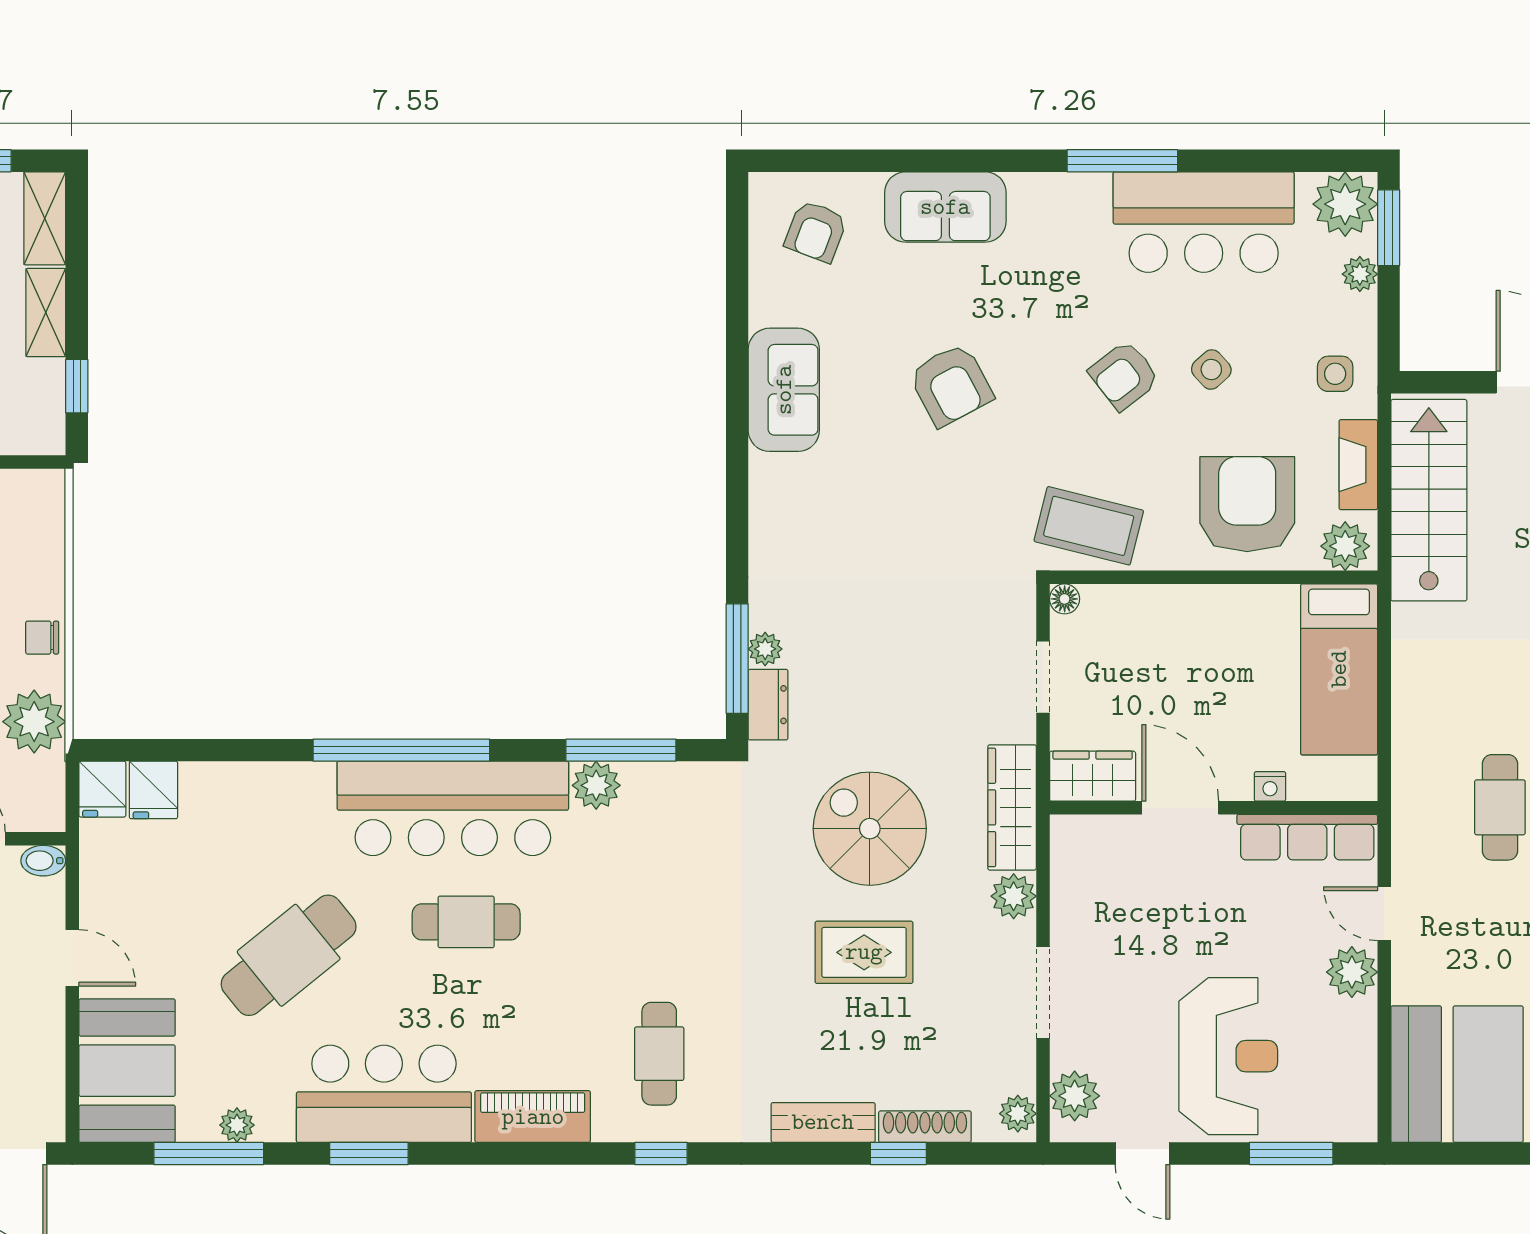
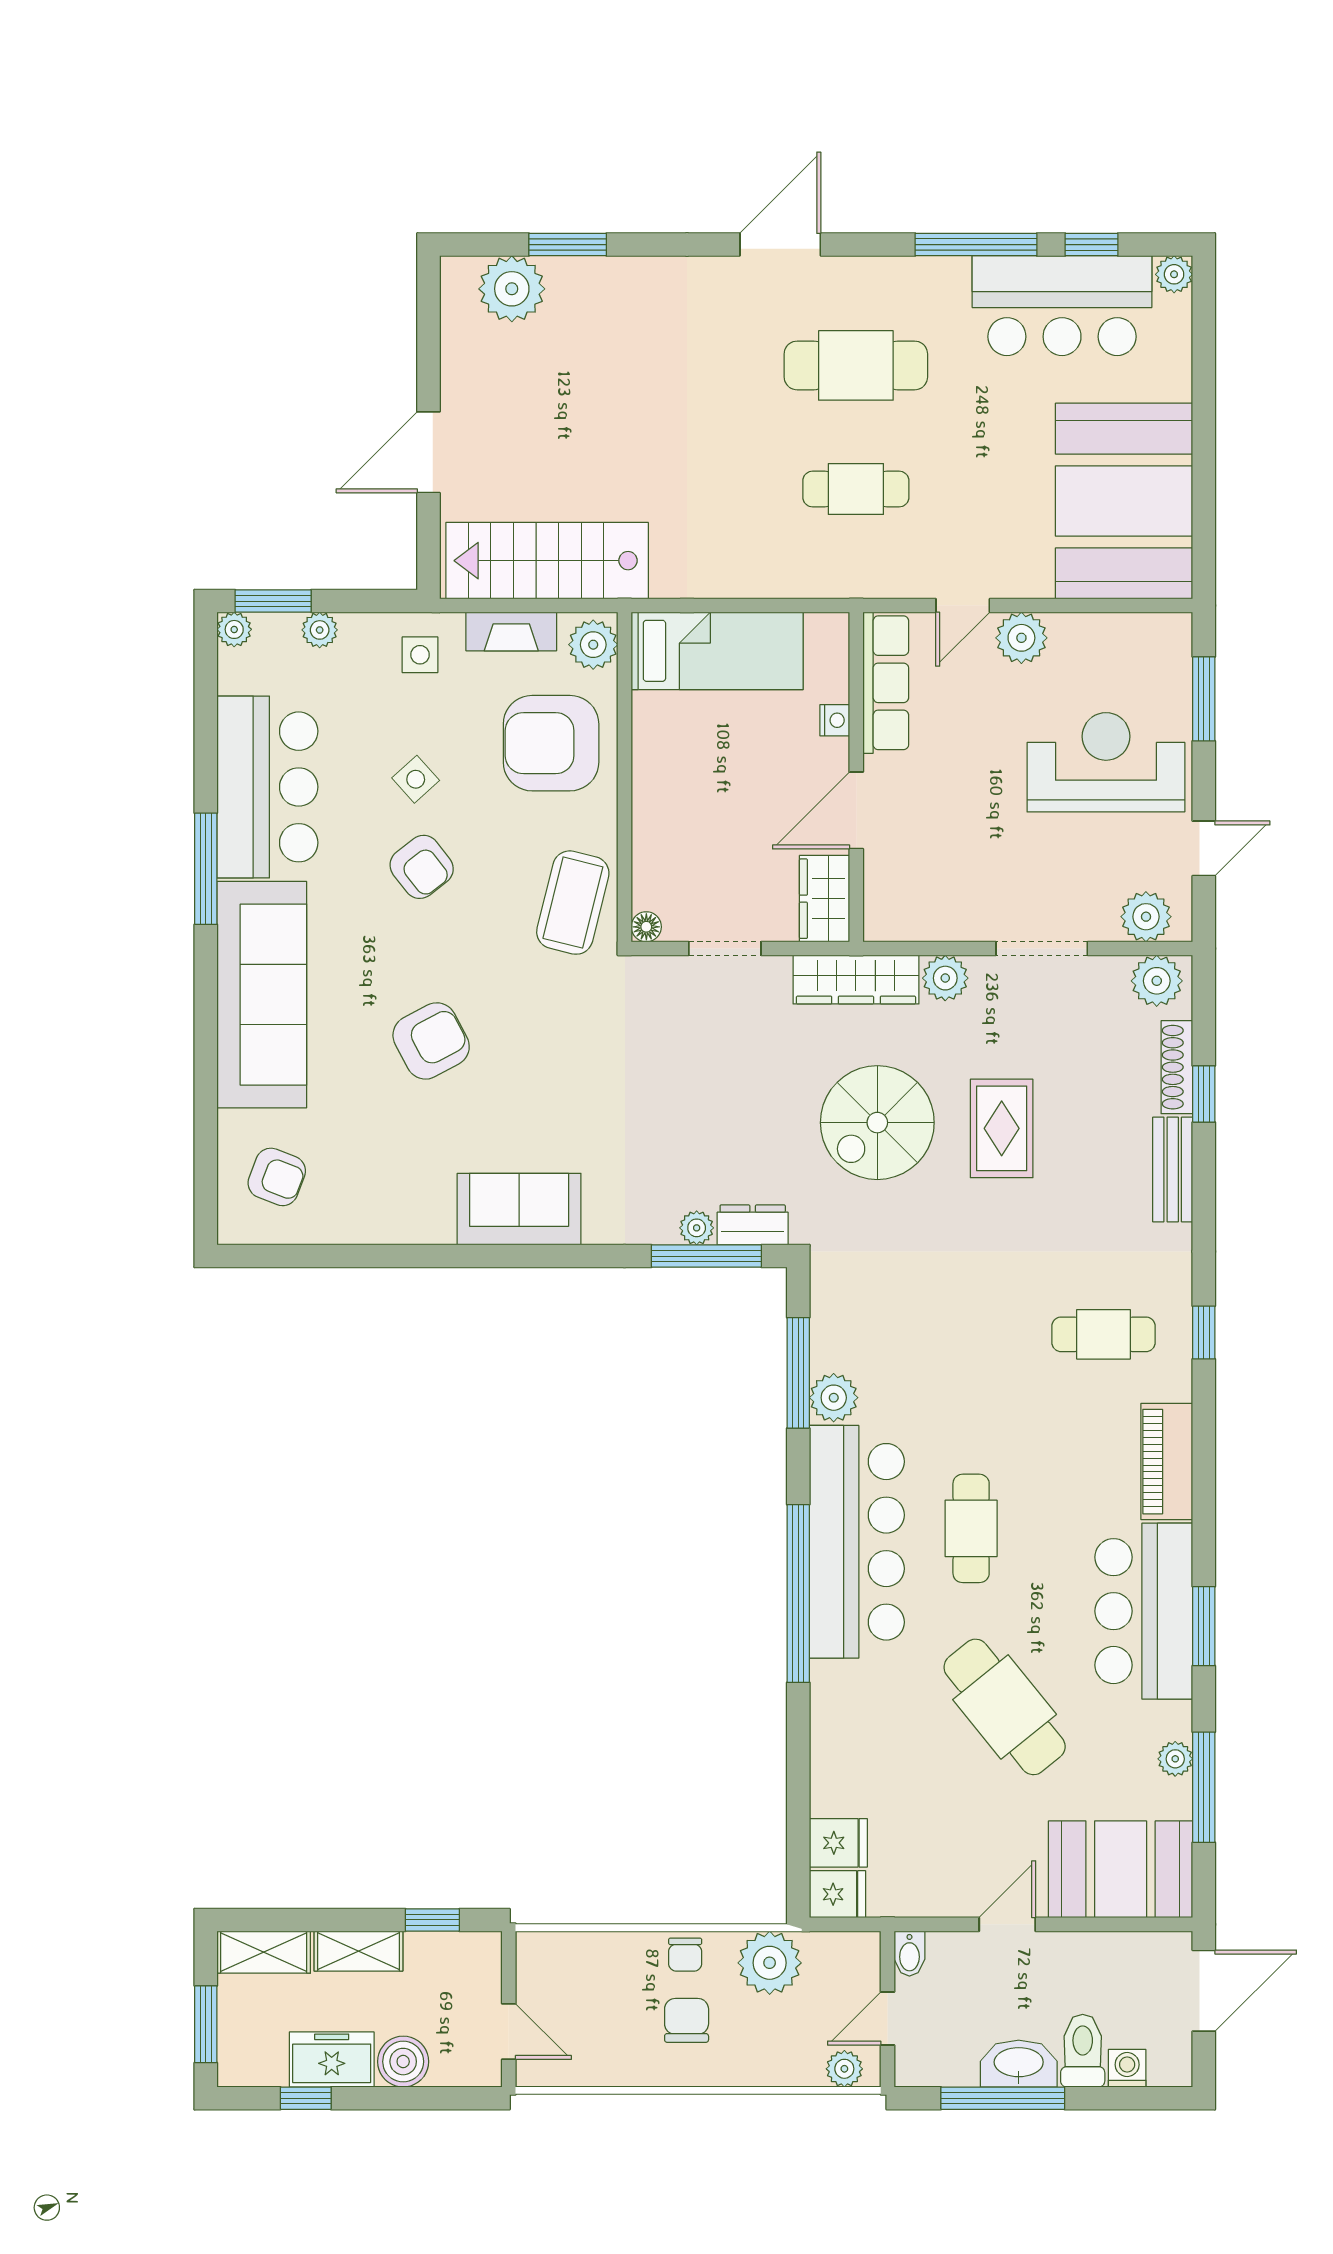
plant: (1345, 204) -> (234, 629), width x0.53, depth x0.53
sofa: (945, 207) -> (262, 995), width x1.85, depth x1.27
sofa: (784, 390) -> (519, 1209), moved
plant: (1018, 1114) -> (1157, 981), width x1.38, depth x1.38

